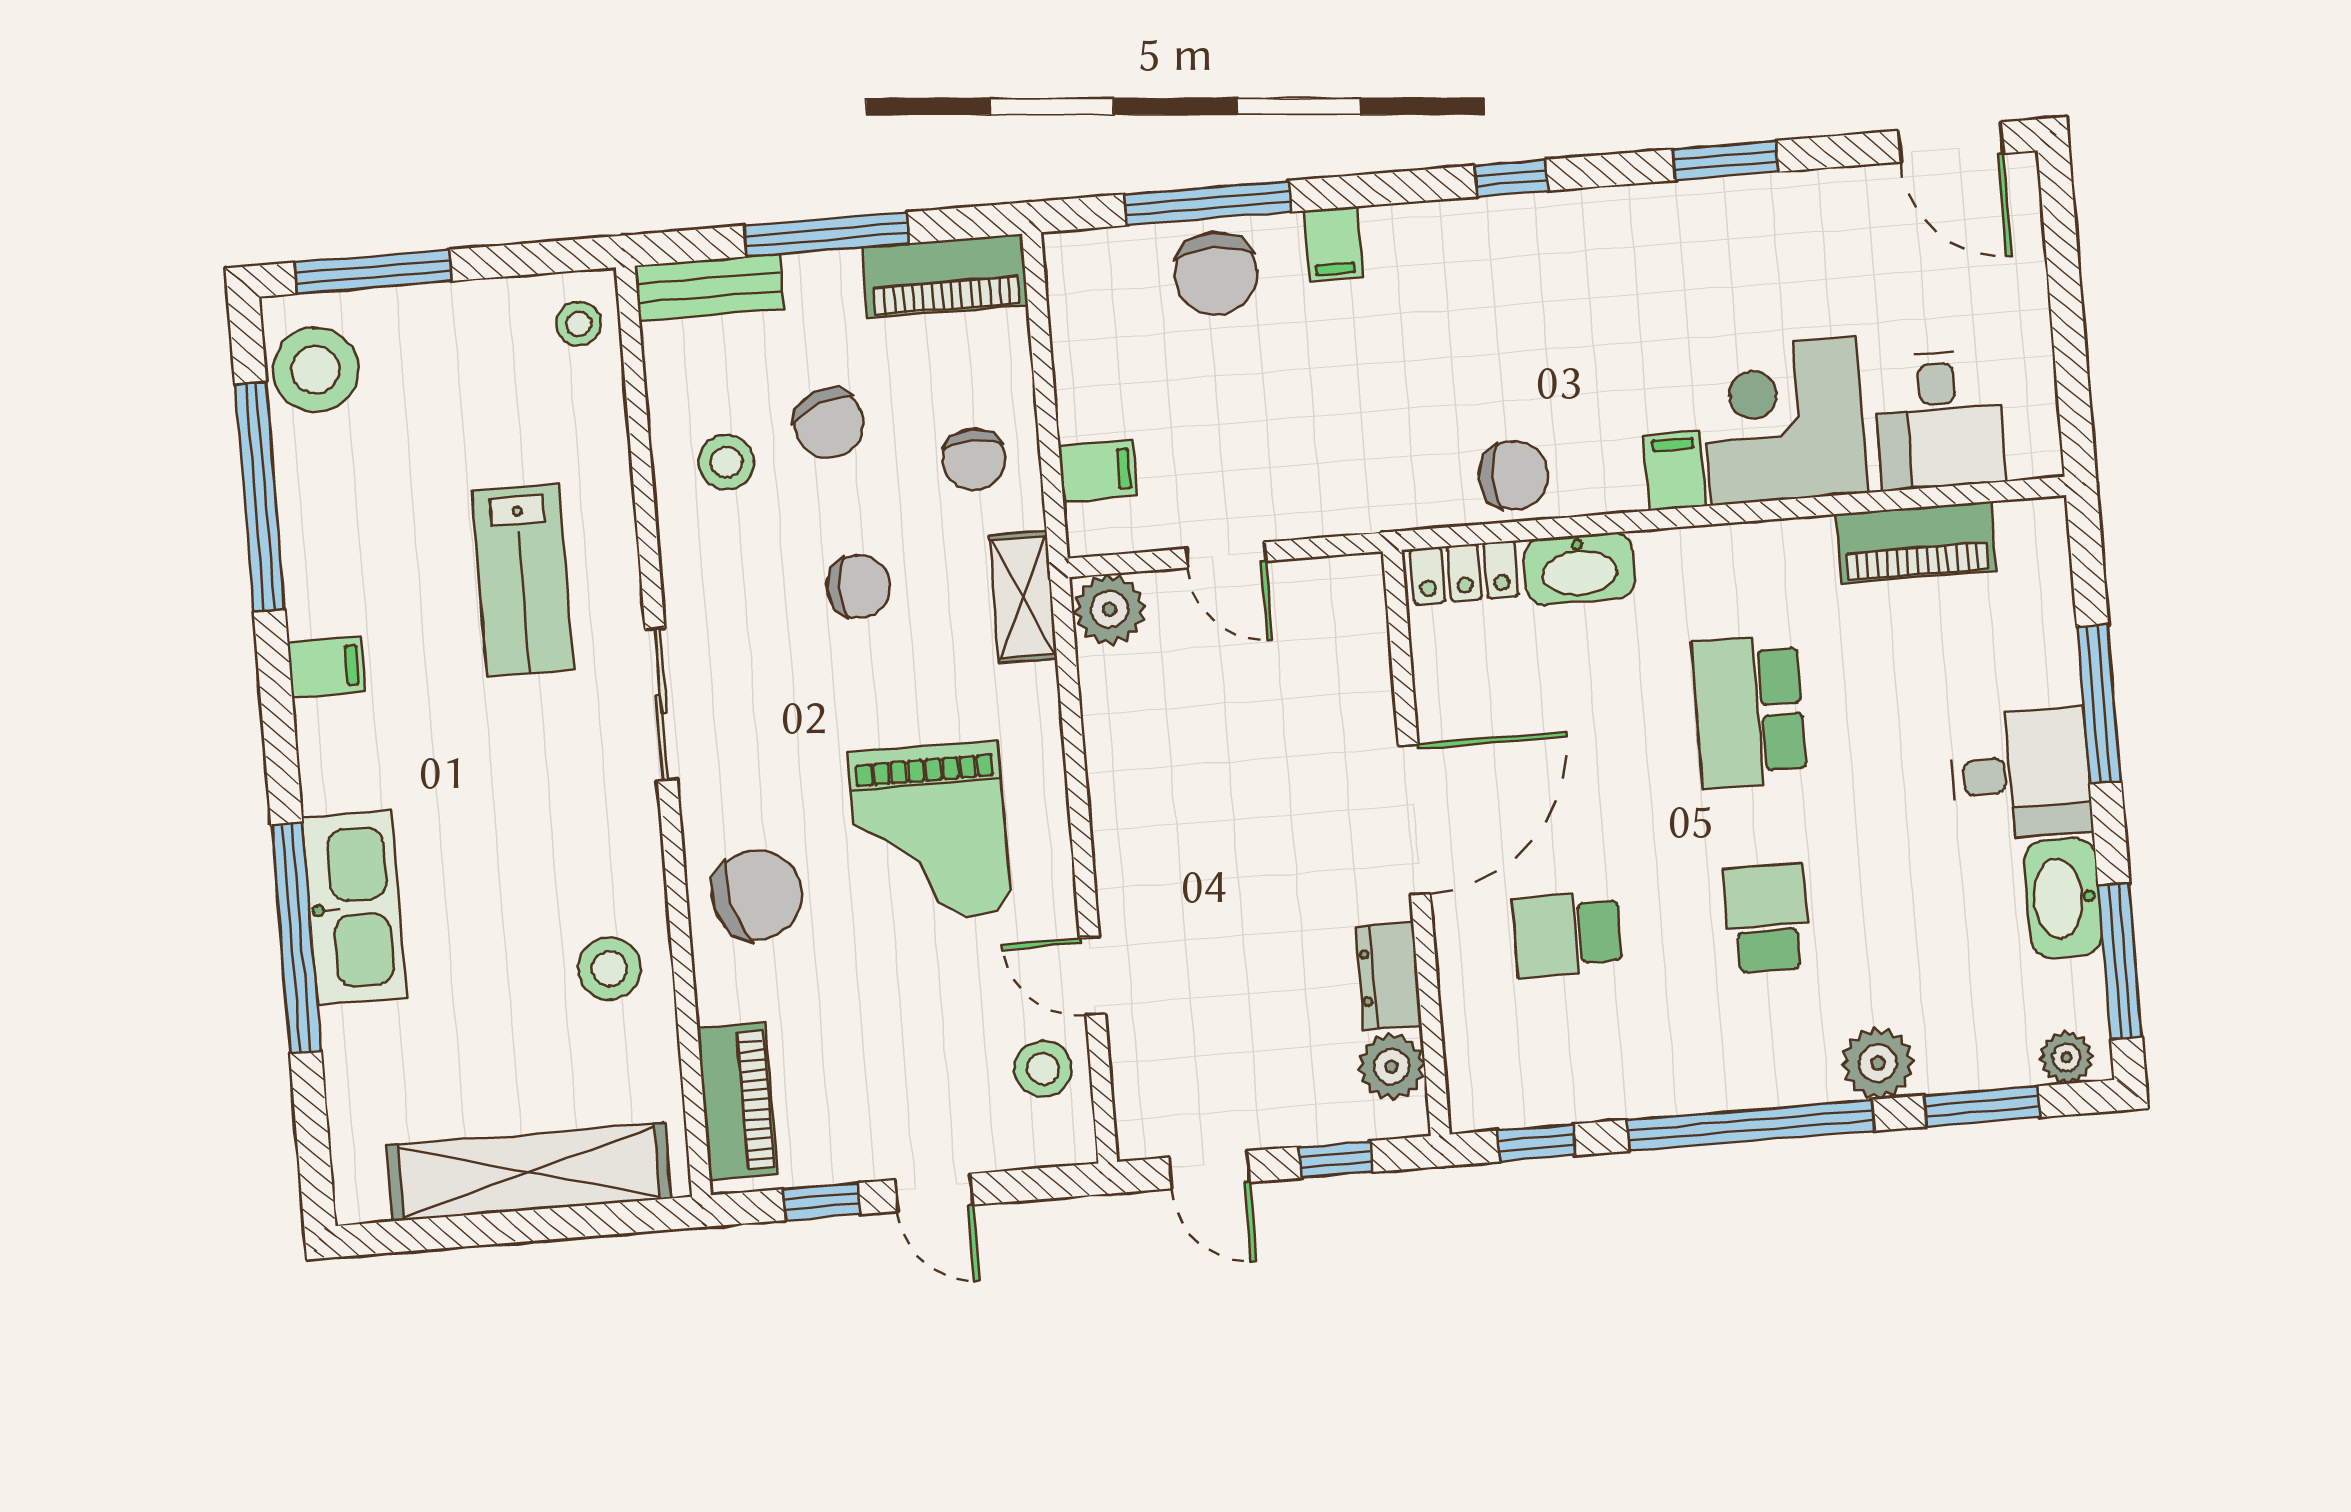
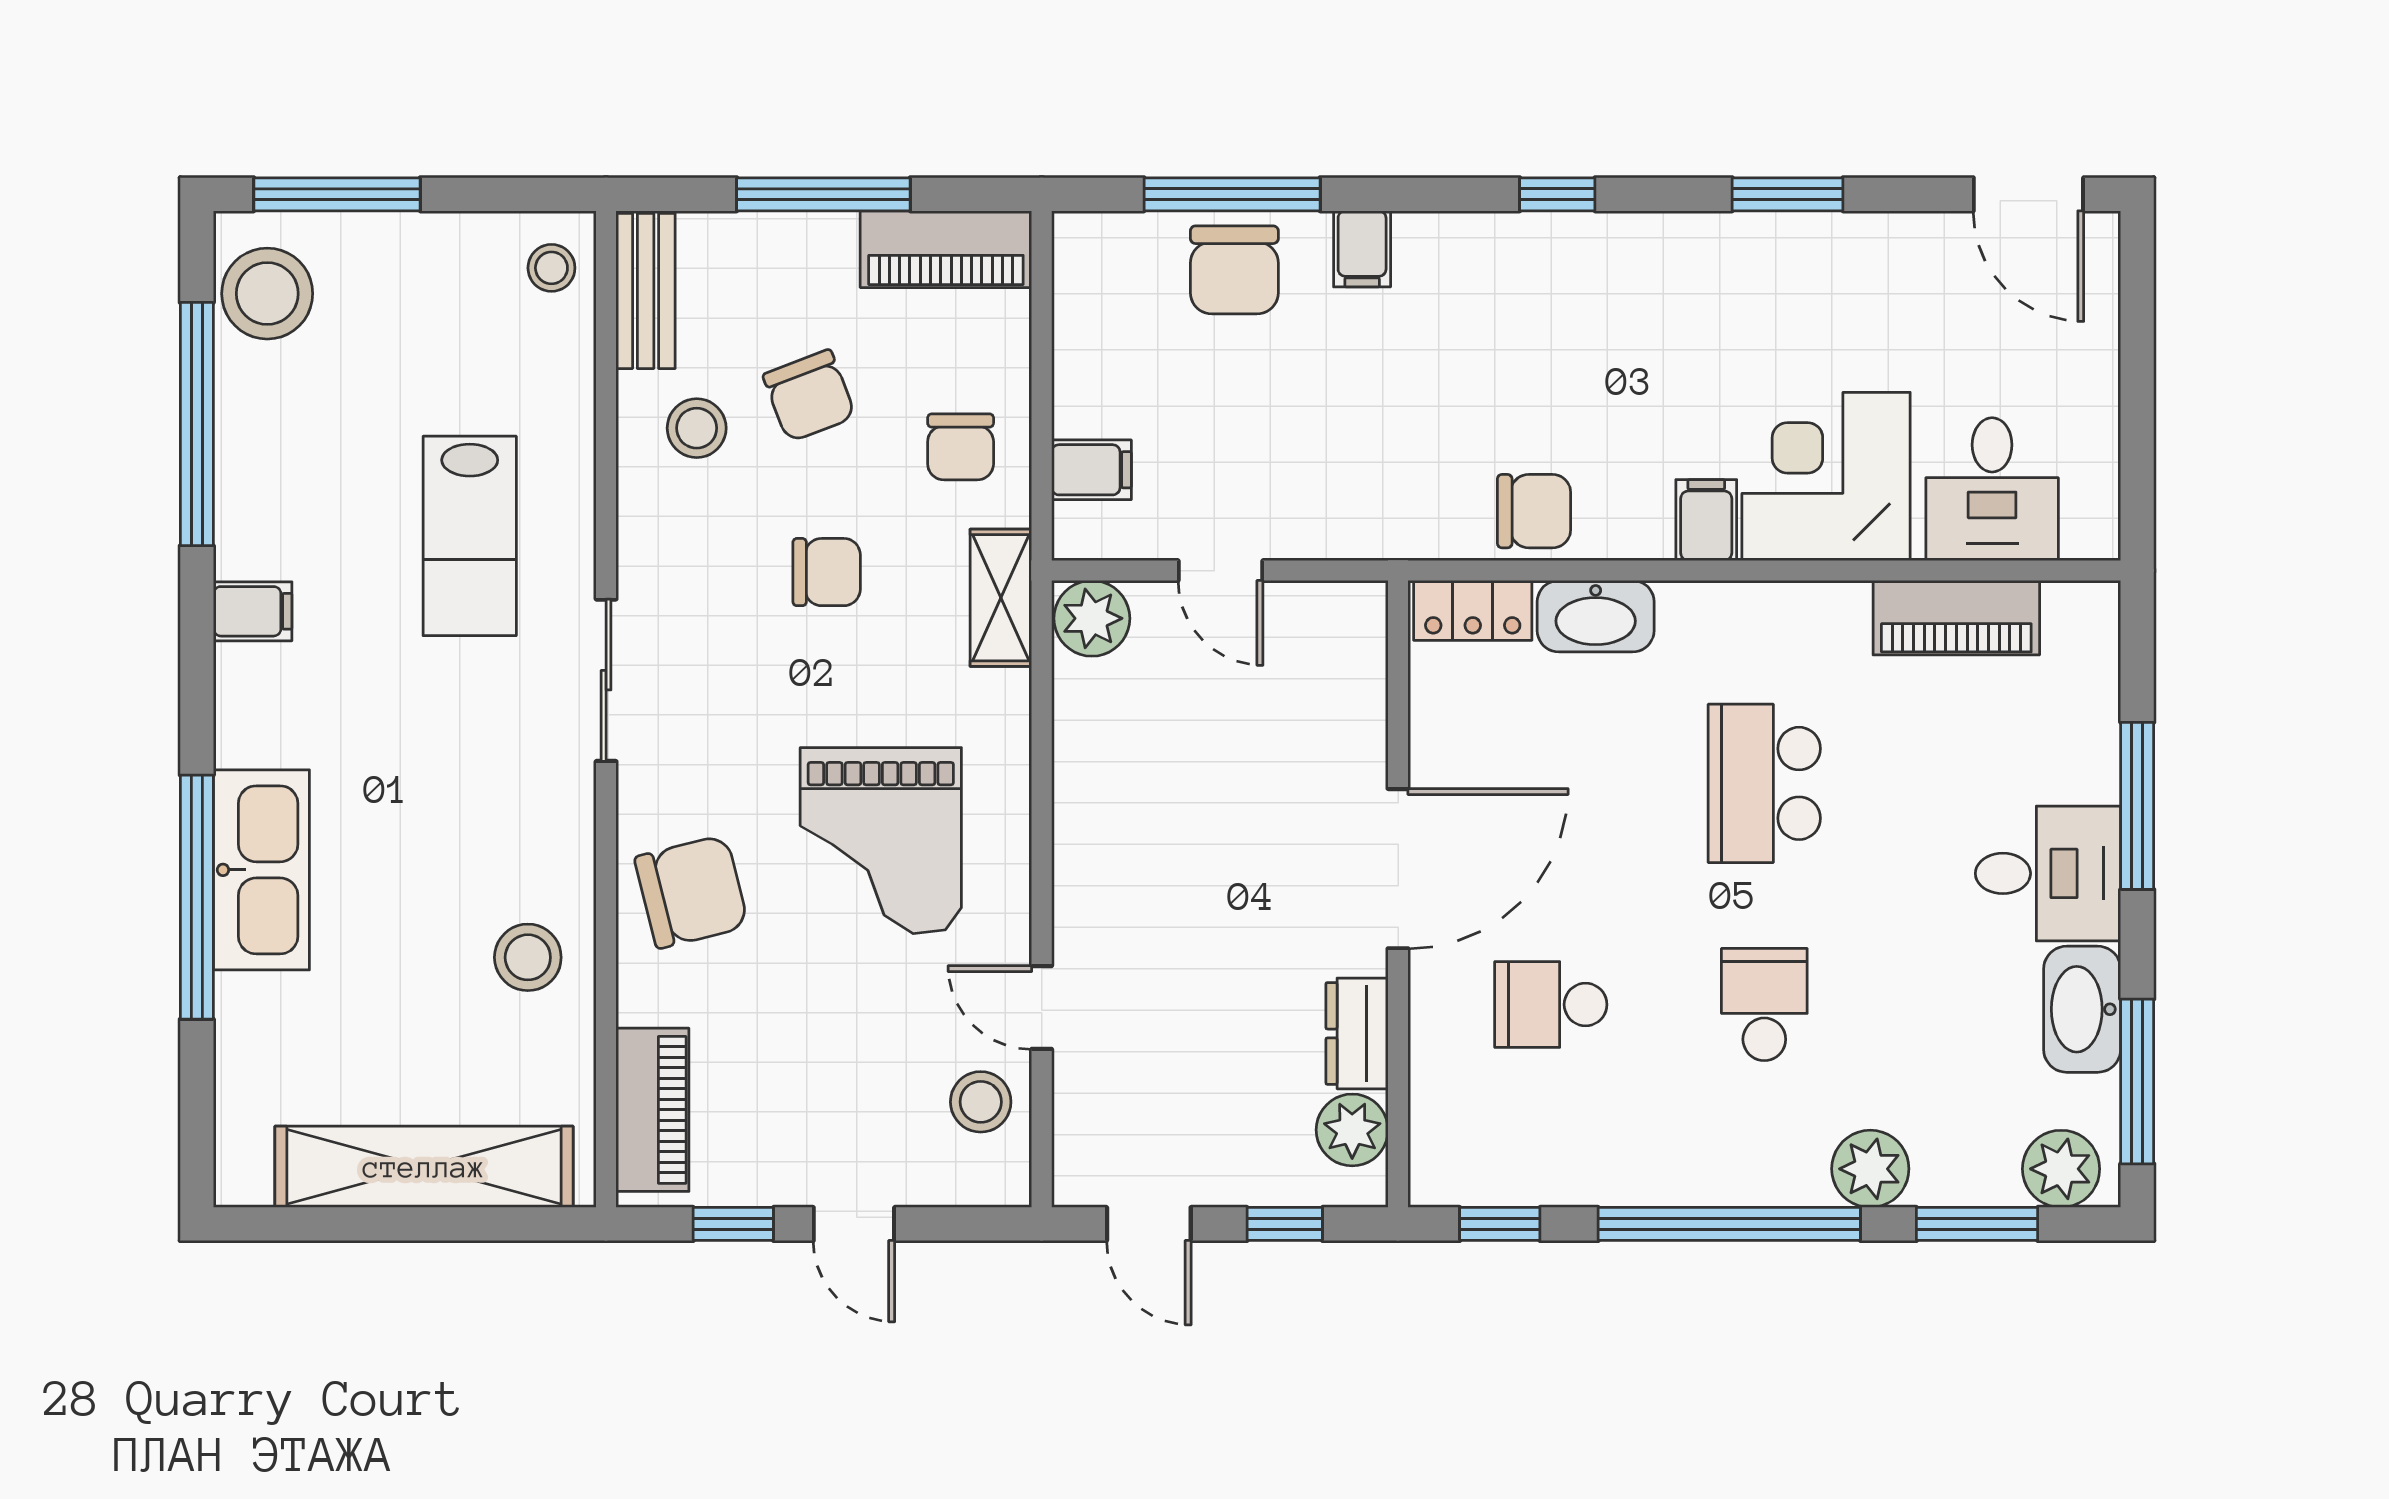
bench: (709, 287) -> (646, 291), moved, turned 90
plant: (2066, 1057) -> (2061, 1169), width x1.38, depth x1.38

